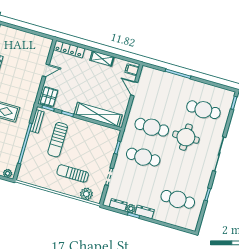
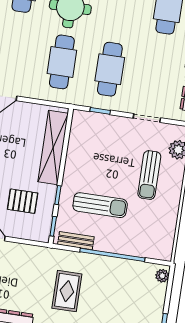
pallet: (49, 97) -> (23, 201), moved

